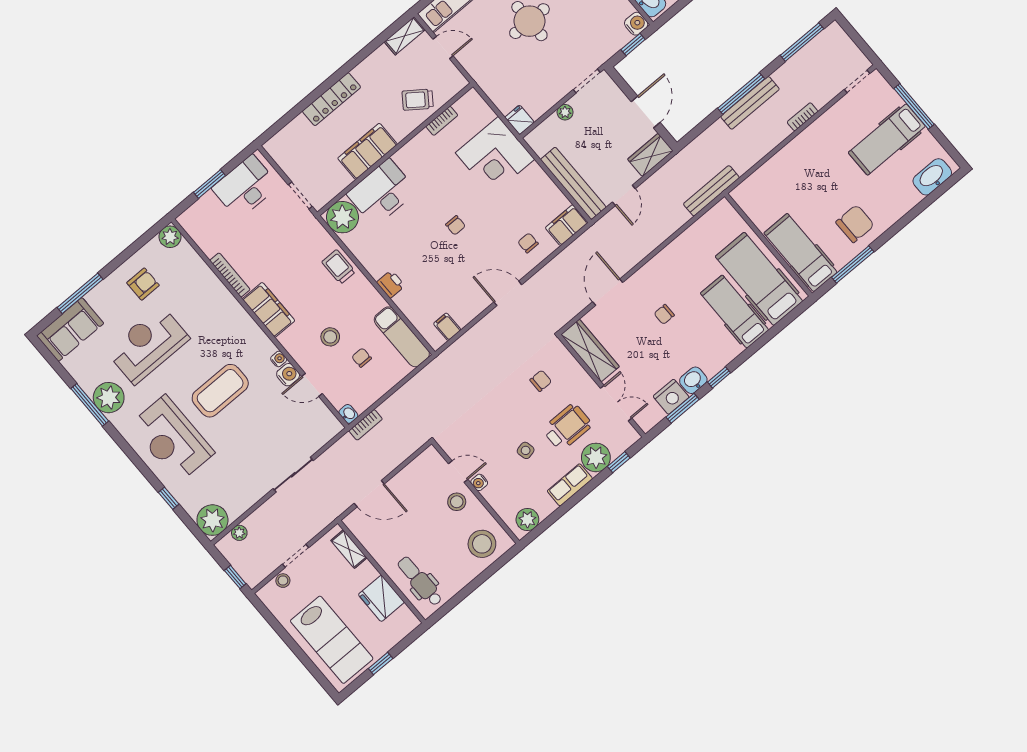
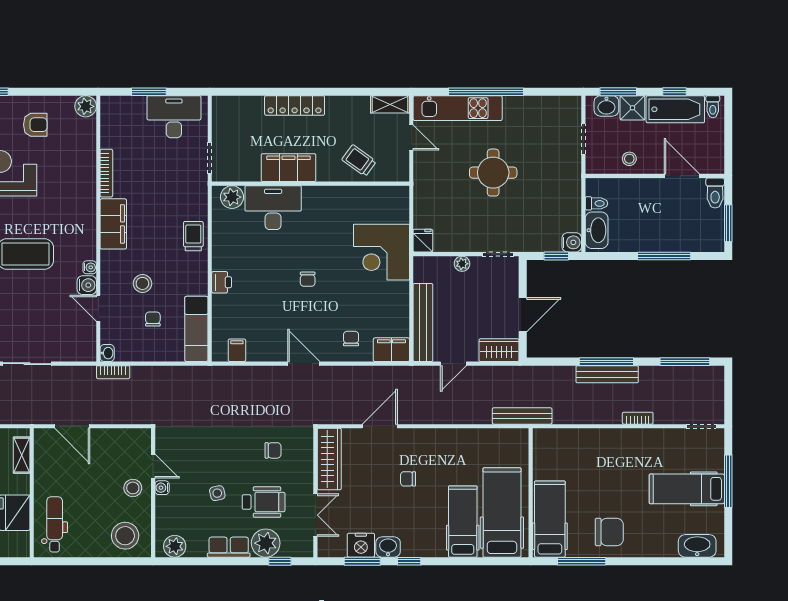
bookcase: (442, 121) -> (364, 192), removed
plant: (342, 217) -> (232, 197), width x0.73, depth x0.73

